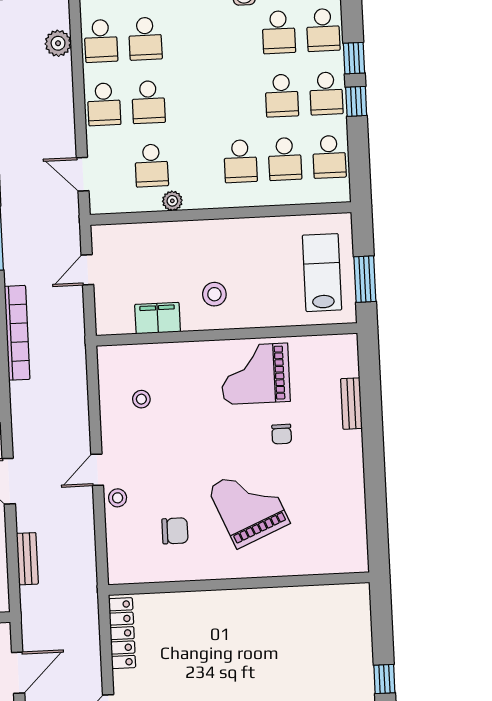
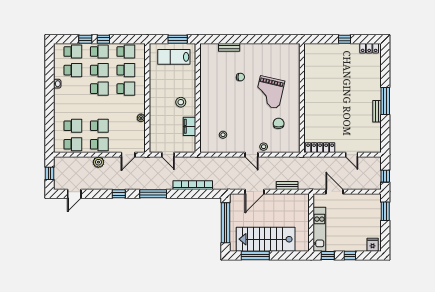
plant: (58, 43) -> (98, 162), moved
school desk: (152, 165) -> (99, 89), moved
grand piano: (255, 374) -> (215, 87), removed
grand piano: (249, 505) -> (269, 92), turned -54

